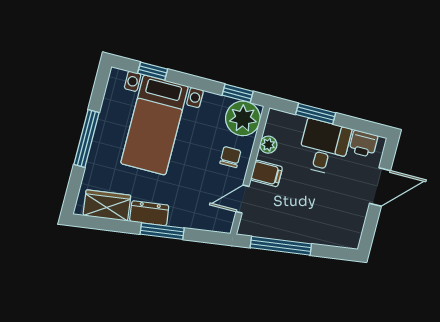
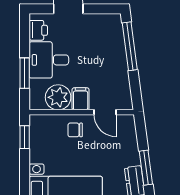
plant: (243, 118) -> (43, 128), removed
plant: (268, 145) -> (58, 97), width x1.87, depth x1.87
window: (281, 246) -> (130, 46), moved

